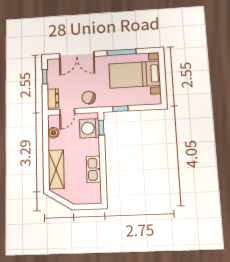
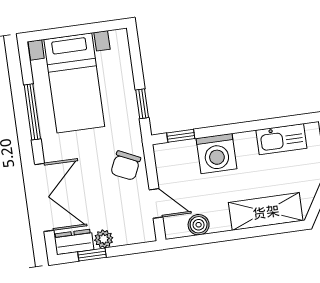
plant: (52, 83) -> (104, 239), added
dresser: (53, 98) -> (74, 242), moved
washing machine: (89, 128) -> (216, 154), moved
kitchen sink: (94, 169) -> (281, 139), moved

